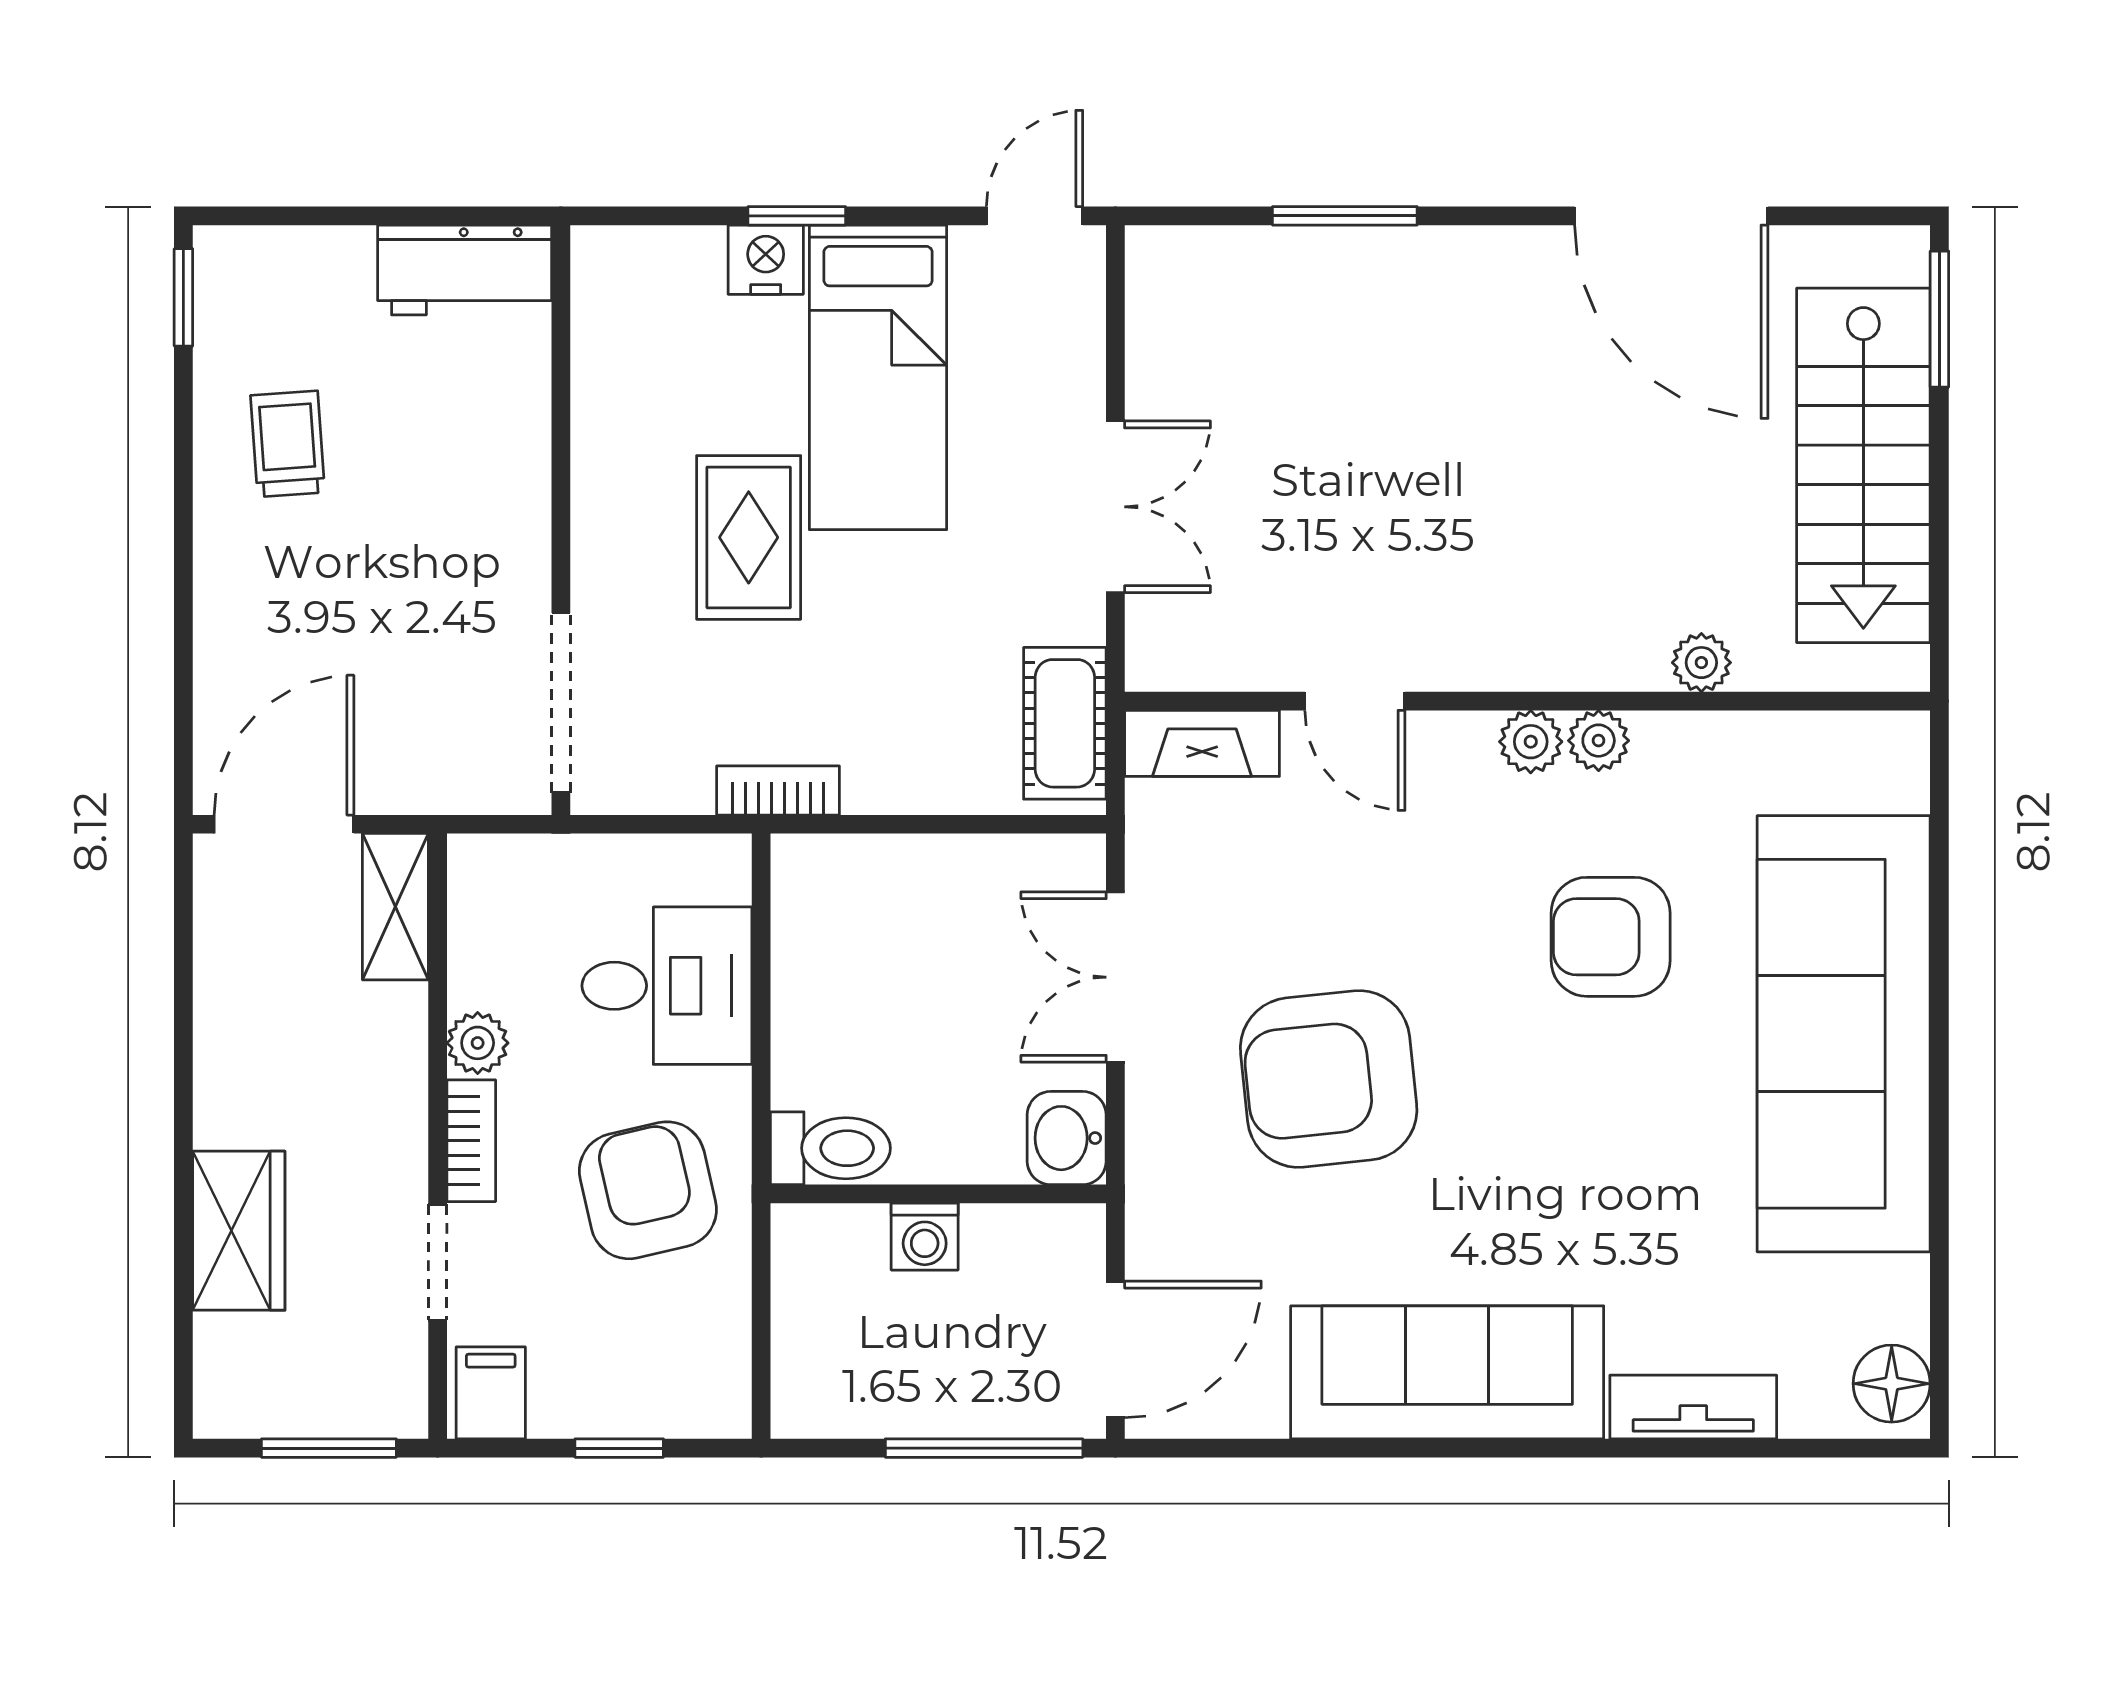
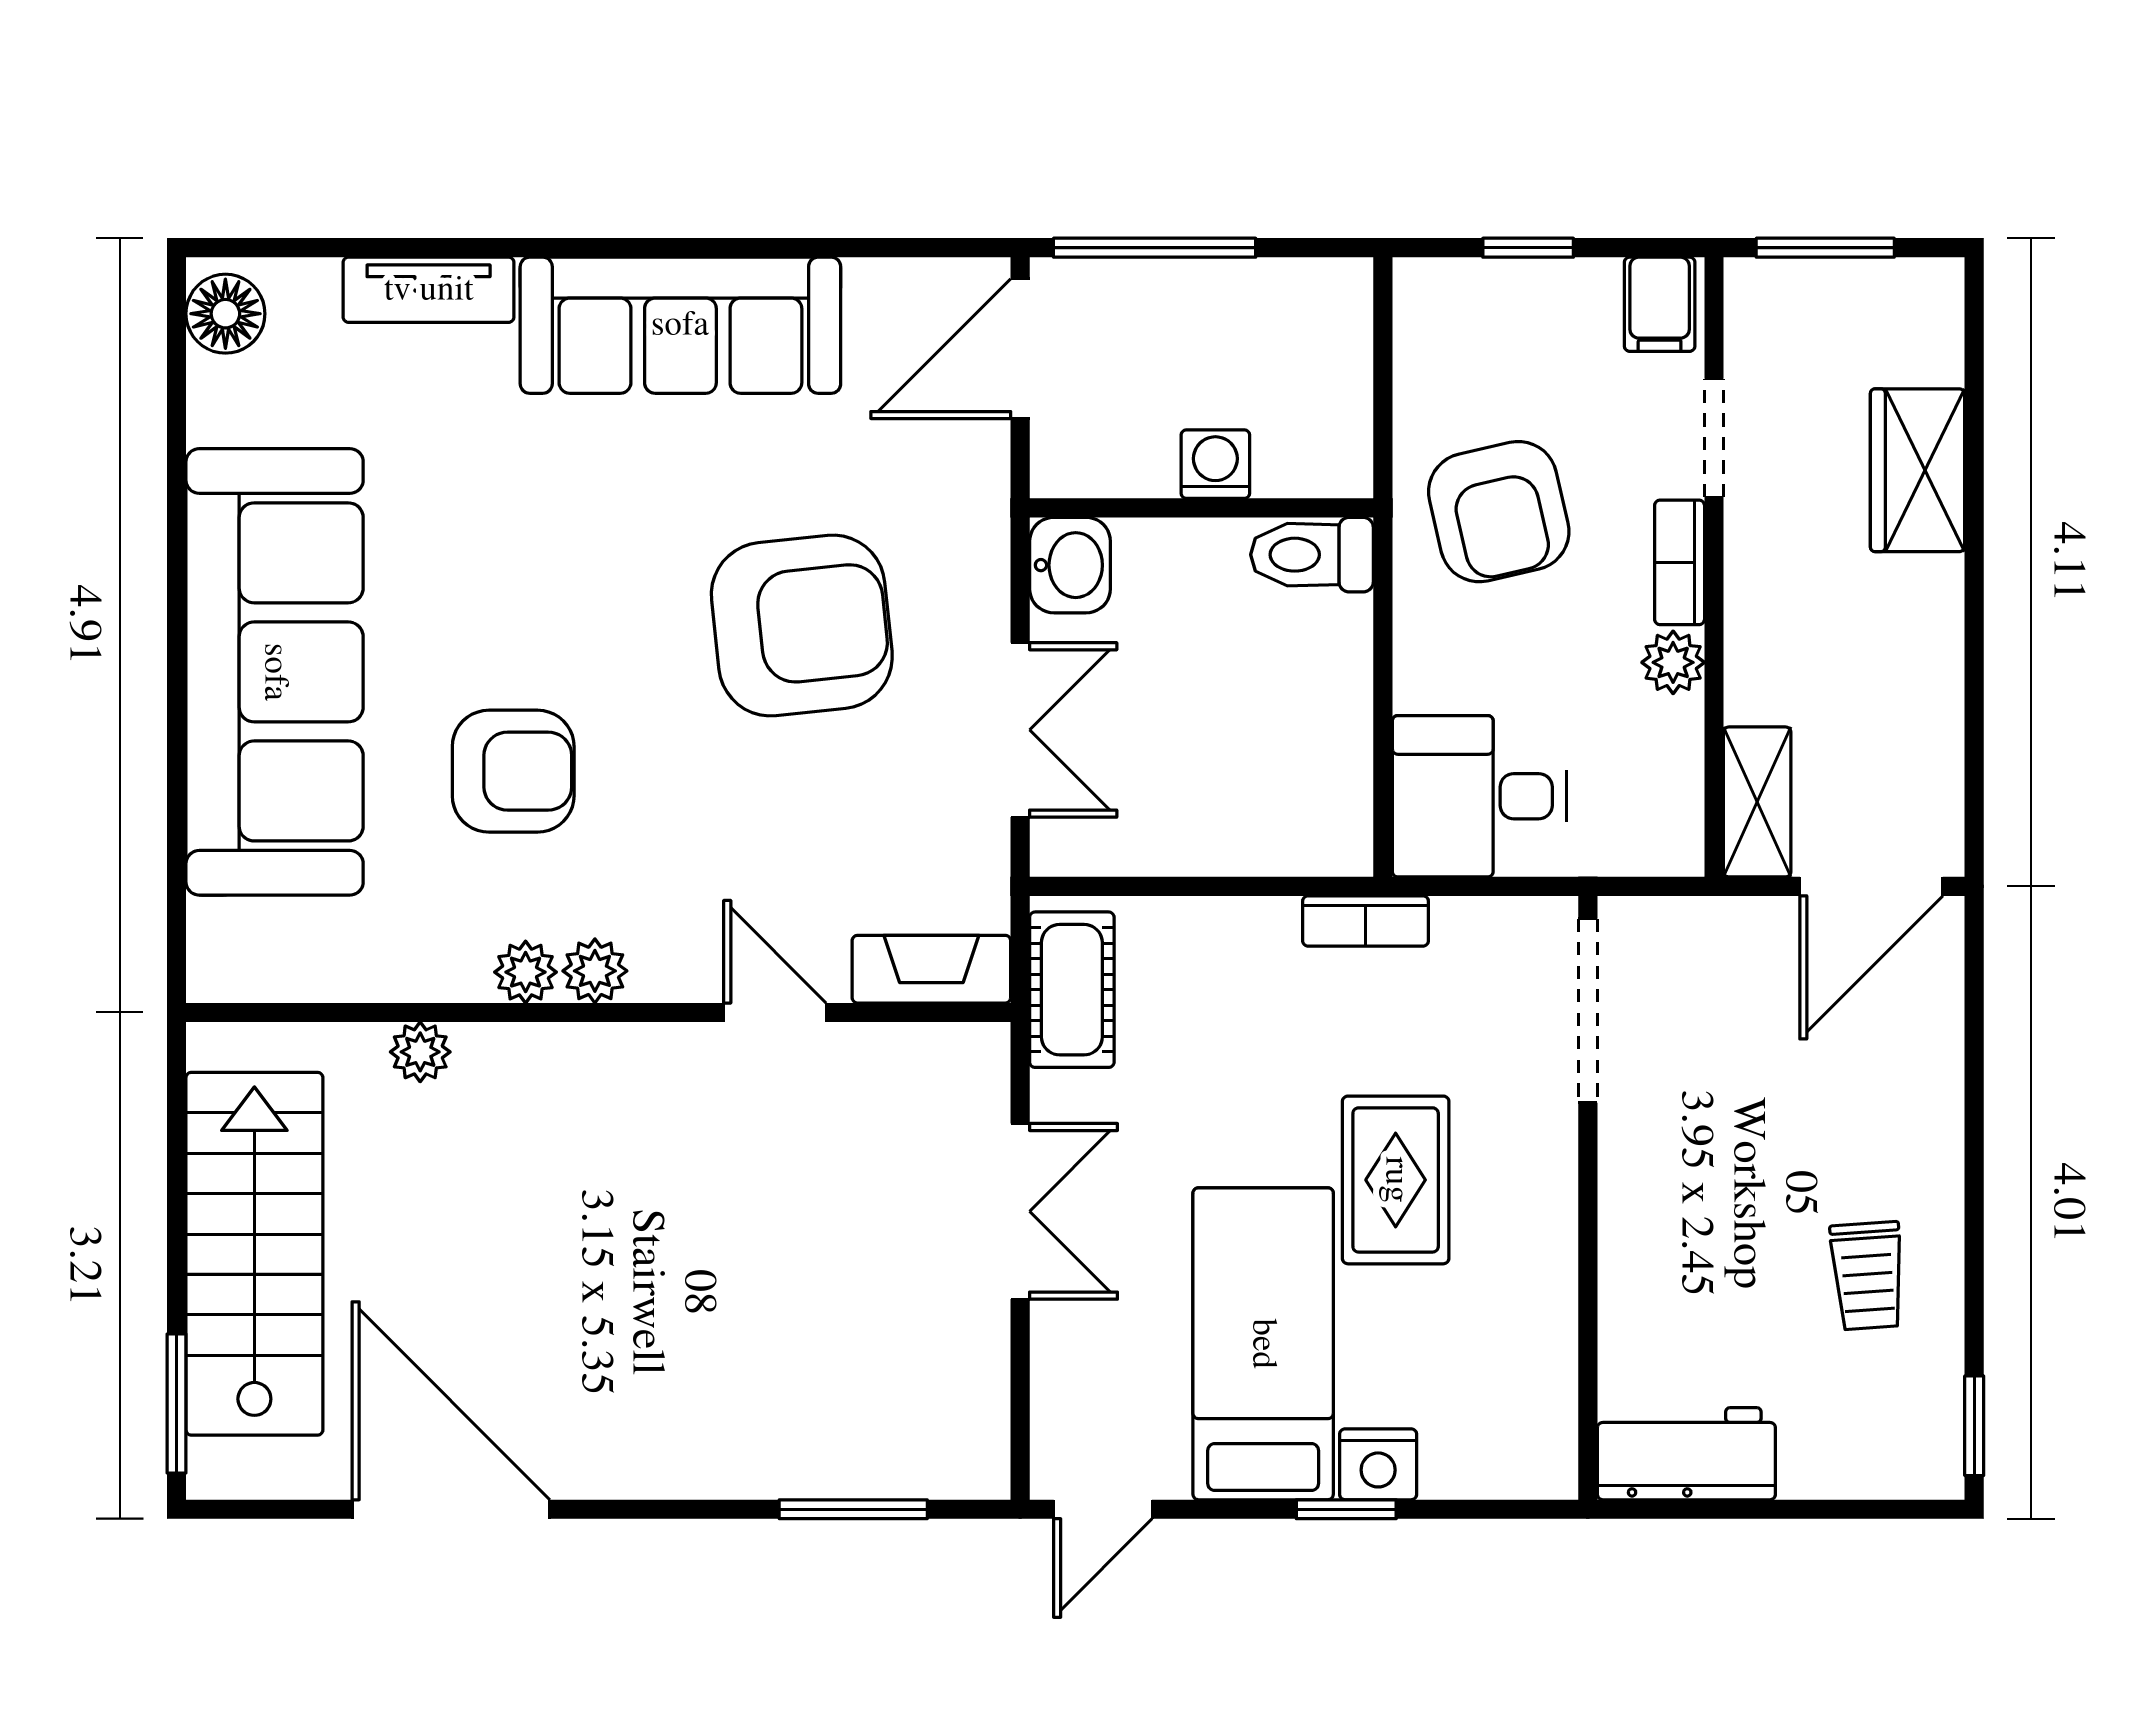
window: (1345, 216) -> (853, 1509), moved
double door: (1115, 507) -> (1020, 1211), swing flipped
desk: (667, 986) -> (1479, 796), moved

